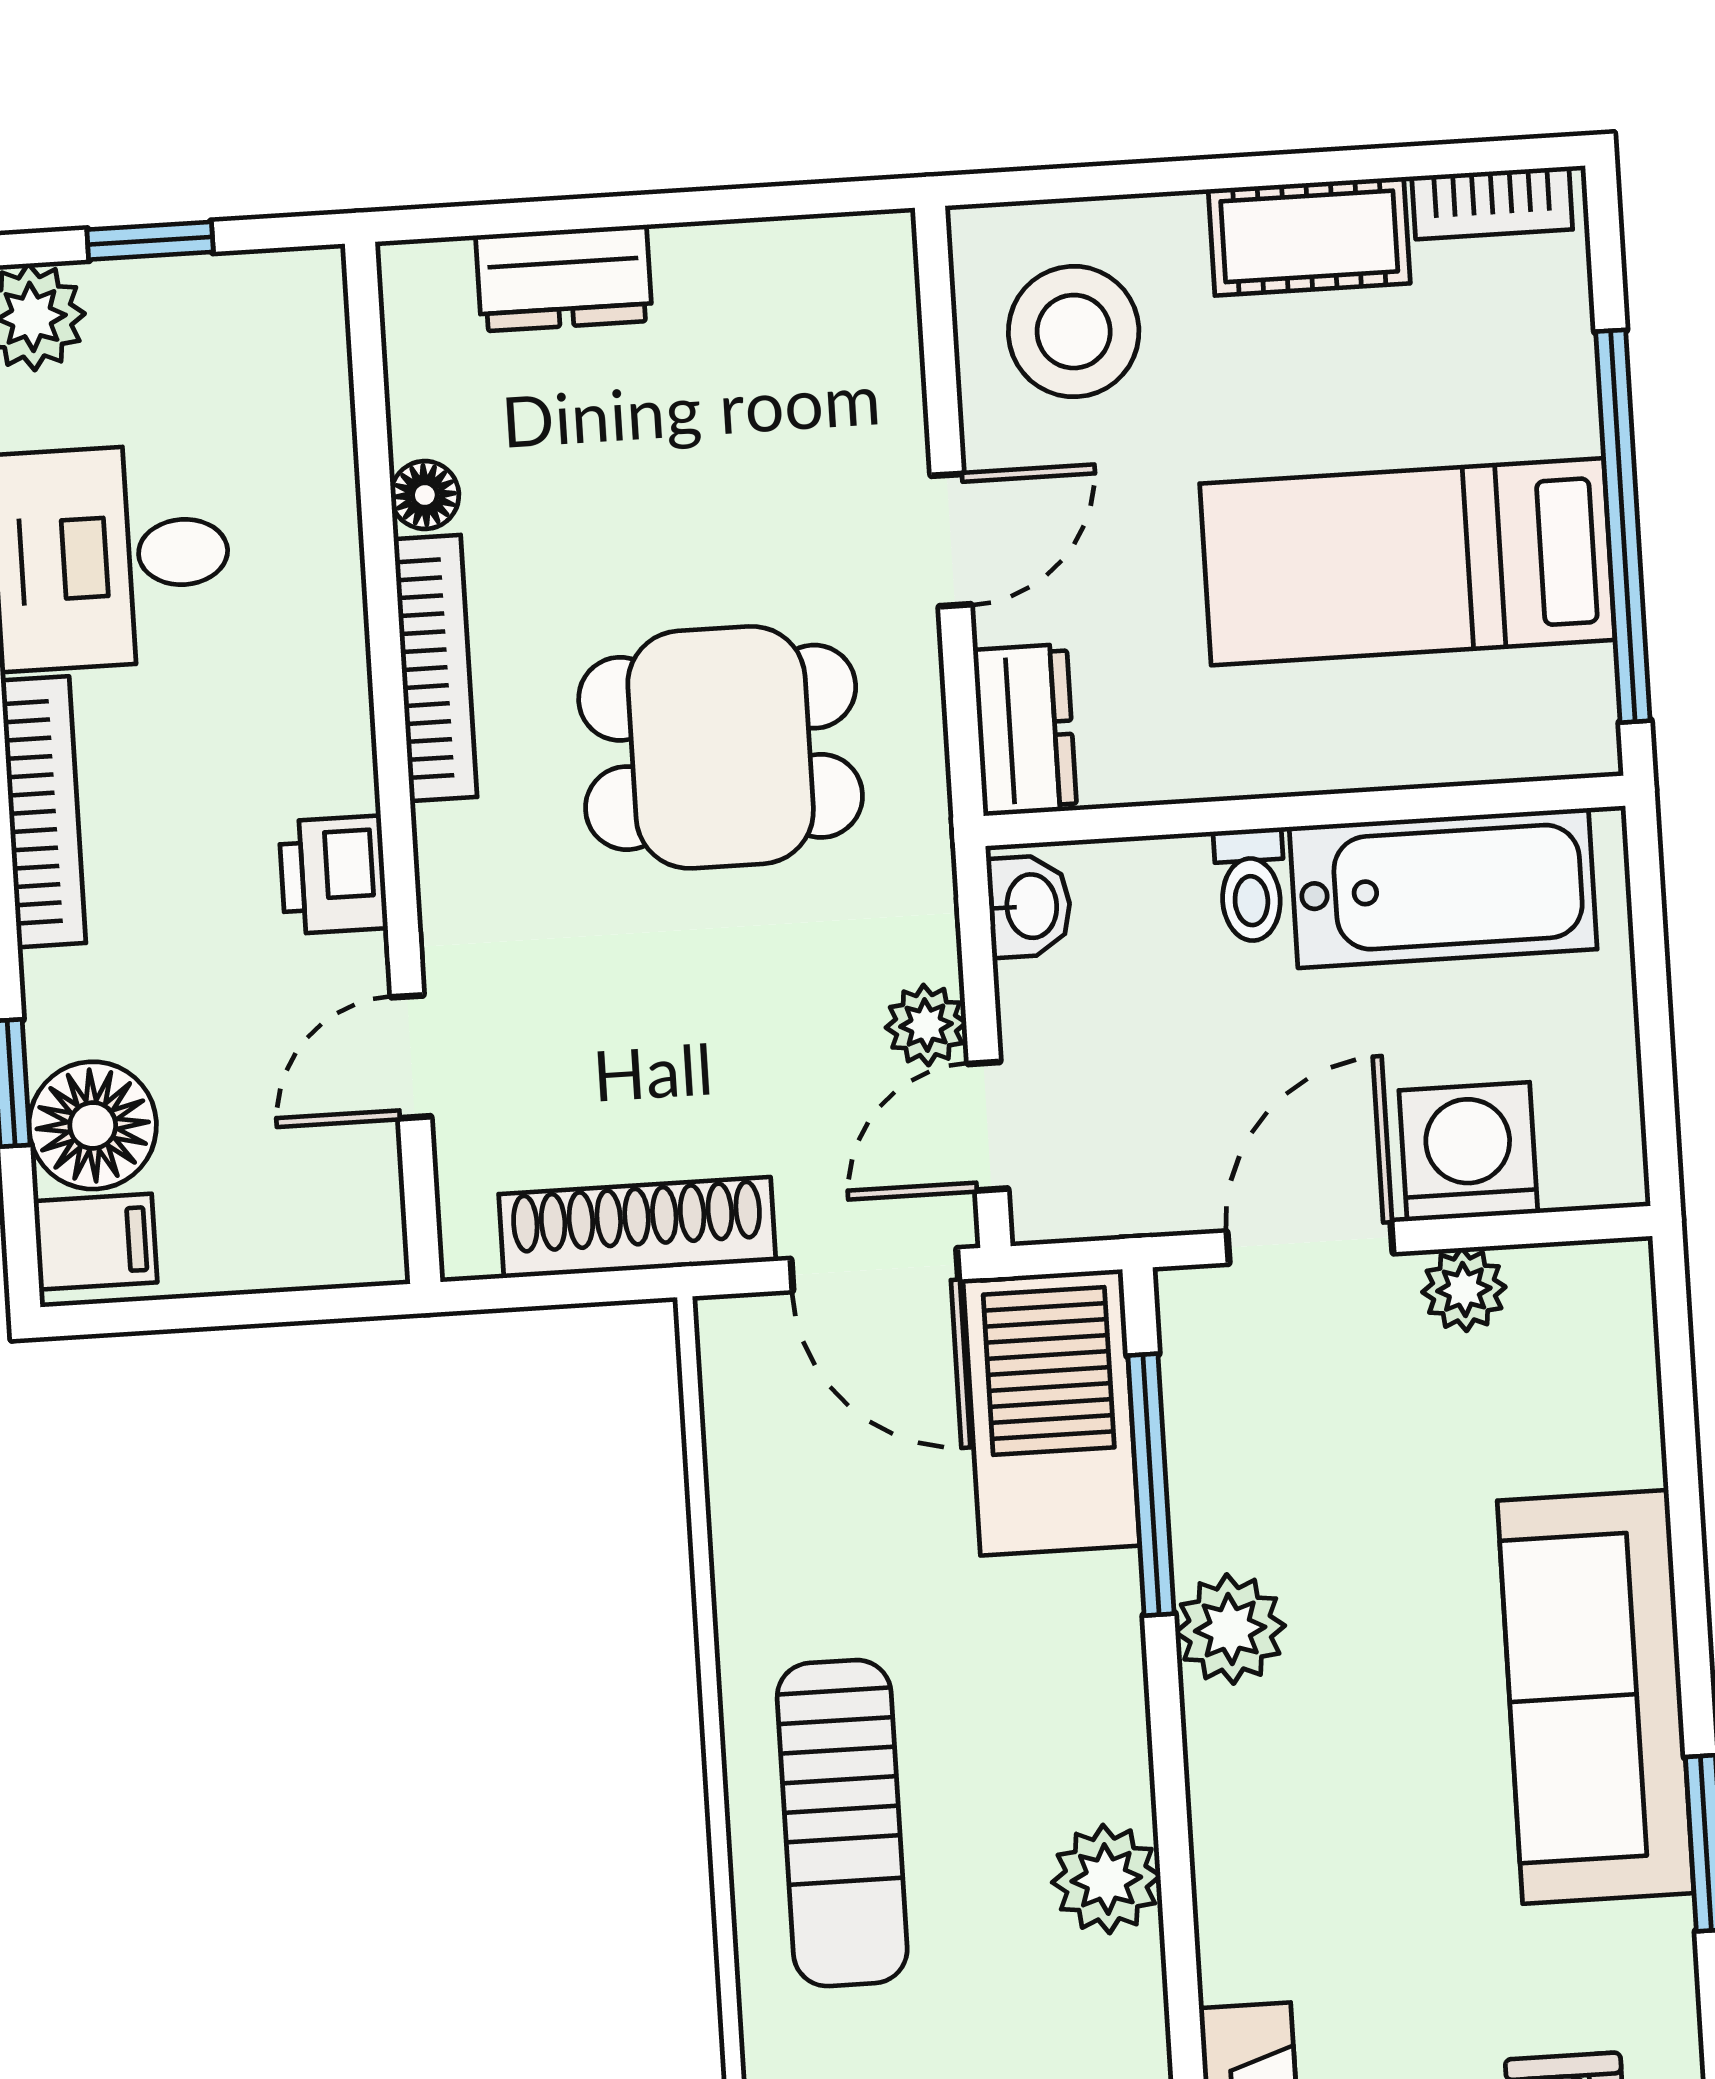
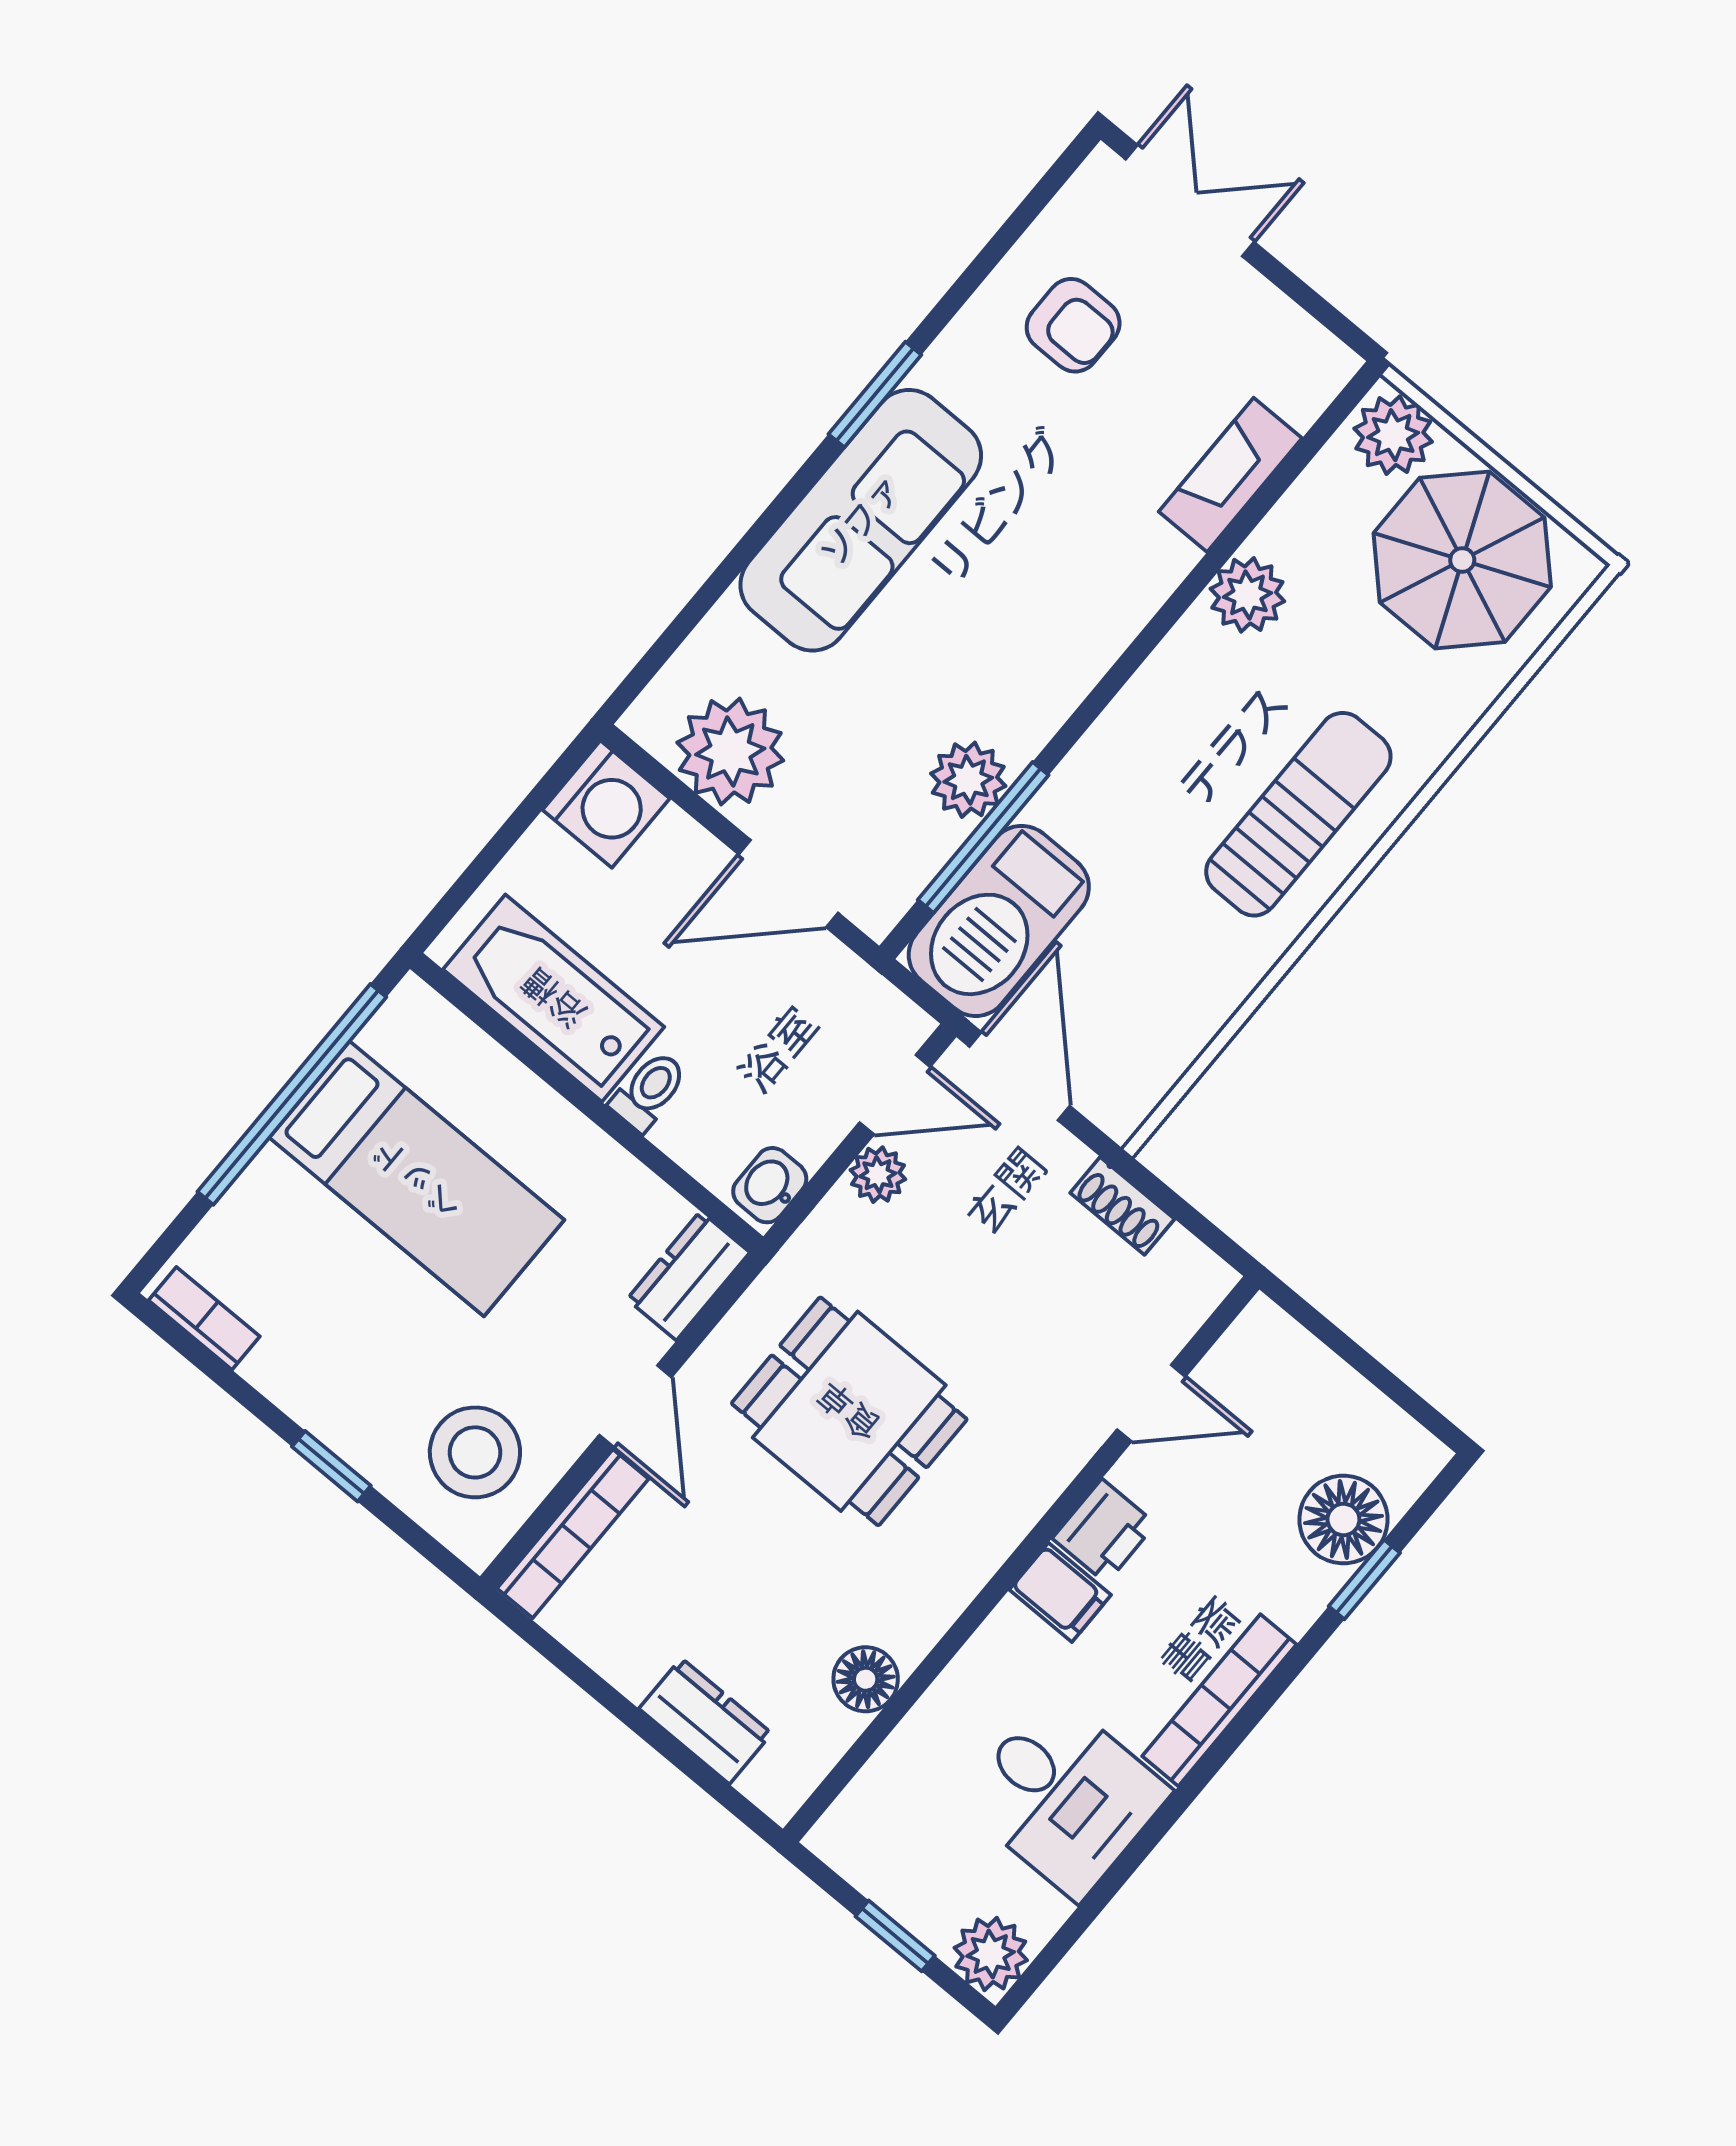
window: (1211, 174) -> (331, 1466), added
cot: (1309, 236) -> (312, 1388), removed
floor lamp: (425, 495) -> (866, 1679), width x1.37, depth x1.37
door: (951, 540) -> (635, 1406), swing flipped
bookcase: (435, 668) -> (573, 1534), moved, turned 180
washing machine: (1468, 1152) -> (606, 804), moved, turned -90
shoe rack: (637, 1227) -> (1122, 1206), width x0.51, depth x0.81
filing cabinet: (95, 1242) -> (1060, 1592), moved, turned 180
plant: (1464, 1289) -> (730, 751), width x1.88, depth x1.88
plant: (1230, 1629) -> (968, 780), moved
plant: (1106, 1879) -> (1247, 595), moved

